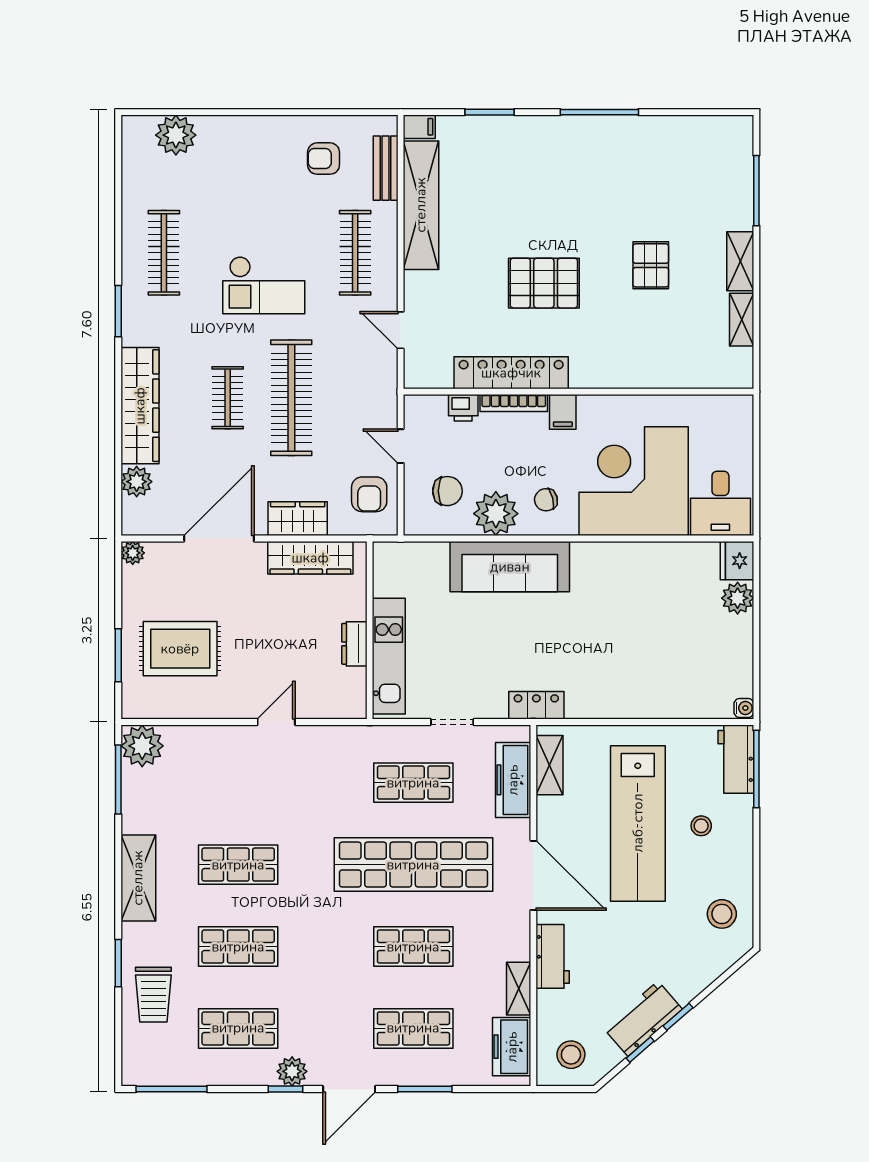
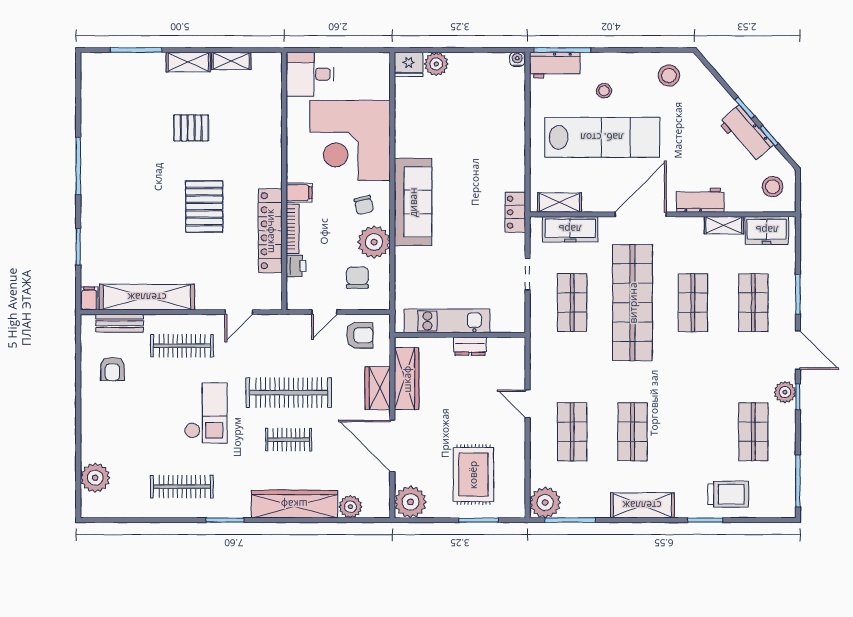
desk: (720, 503) -> (310, 74), moved, turned 180
plant: (133, 553) -> (410, 502), width x1.87, depth x1.87
sofa: (510, 567) -> (413, 202), moved
kitchen unit: (389, 656) -> (447, 321), moved
shop shelf: (238, 947) -> (572, 432), moved

